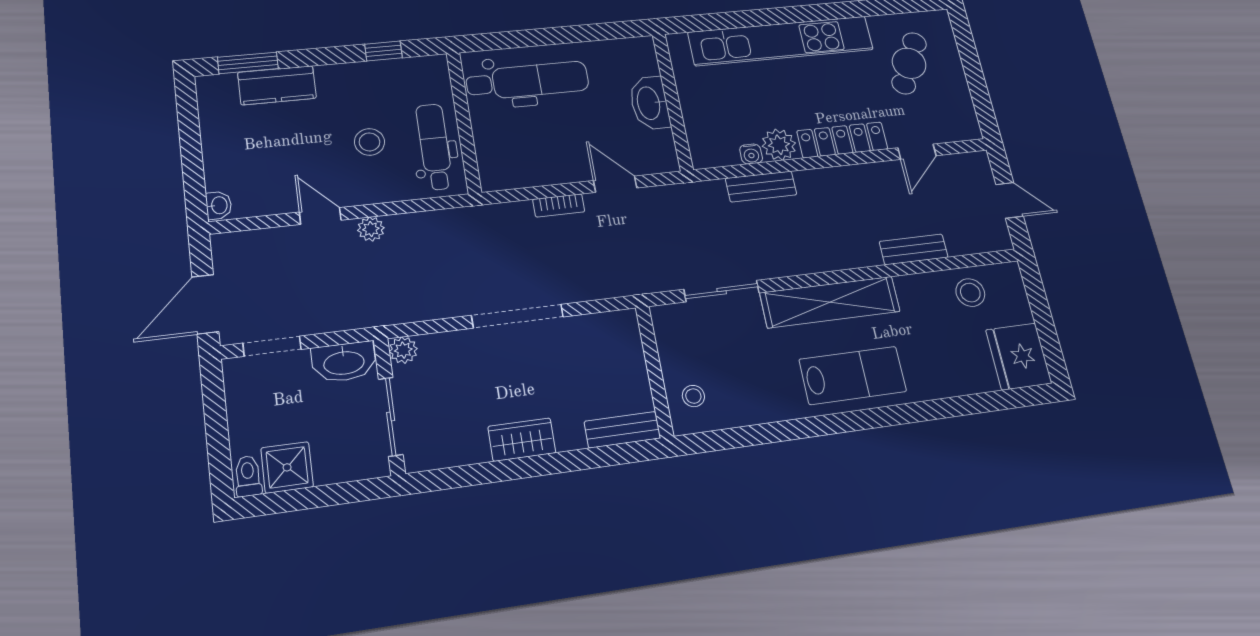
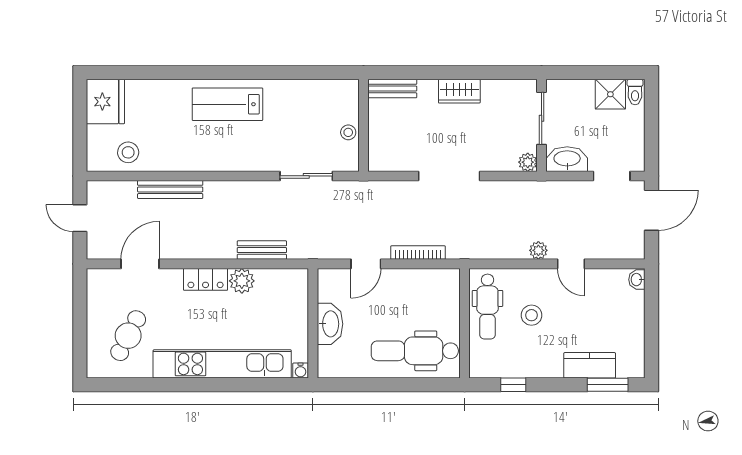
locker: (842, 140) -> (206, 279), width x0.66
door: (917, 152) -> (140, 264), width x1.38
water cooler: (751, 154) -> (300, 371), moved, turned 180
door: (615, 184) -> (366, 264), hinge flipped
bookcase: (559, 206) -> (418, 253), width x1.56
bench: (914, 249) -> (170, 189), width x1.36
shelving: (830, 302) -> (231, 158), removed
stool: (693, 396) -> (348, 132), moved

